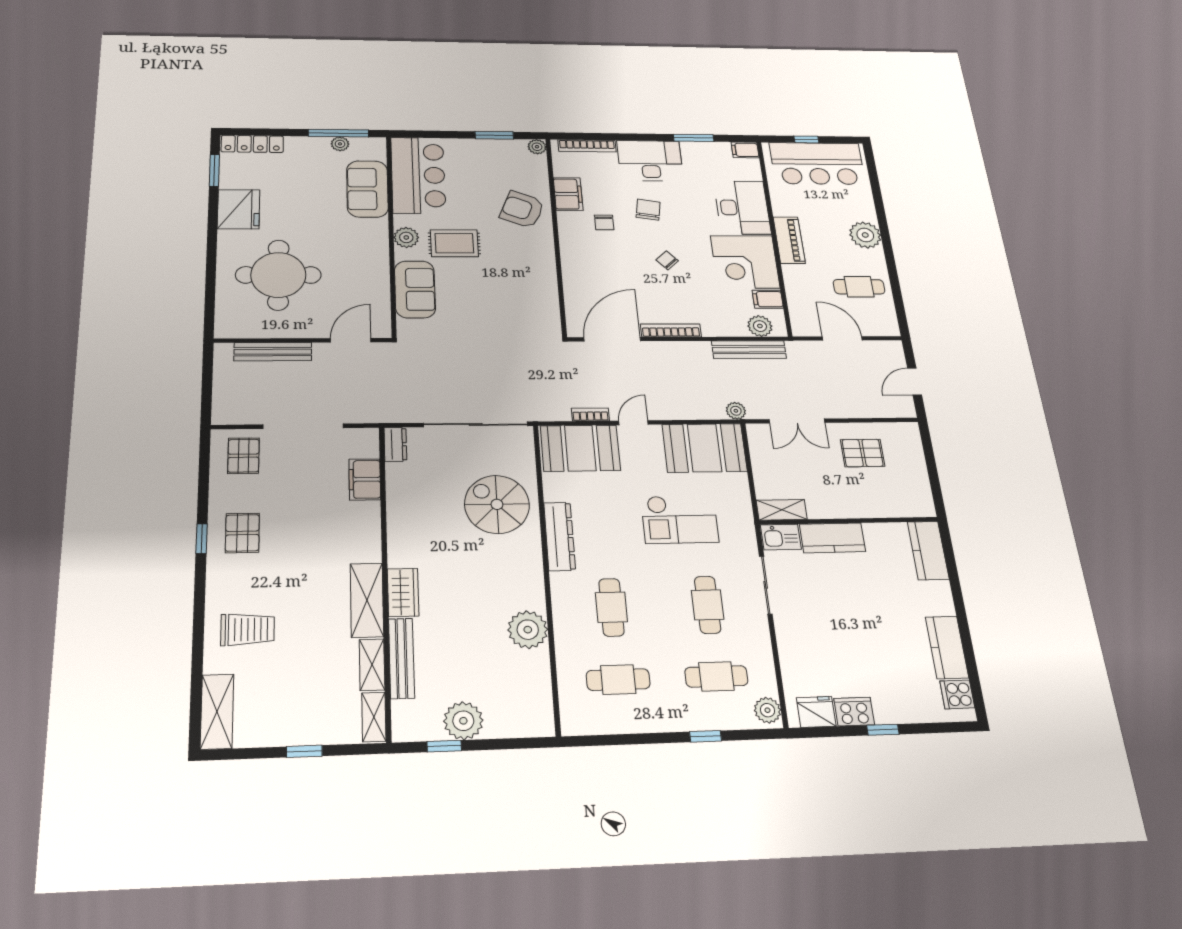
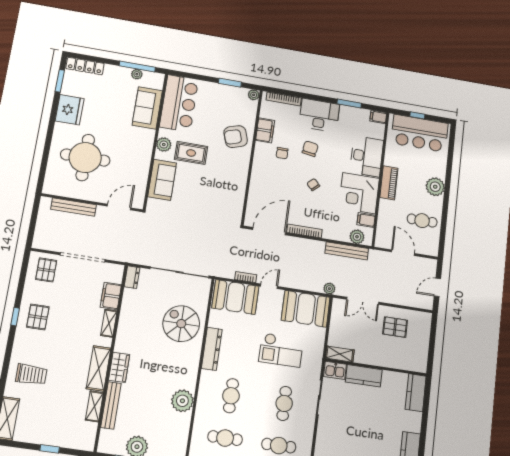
armchair: (522, 209) -> (236, 137), turned -40
shelving: (374, 717) -> (109, 323), moved

